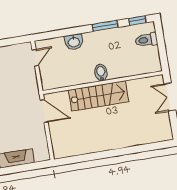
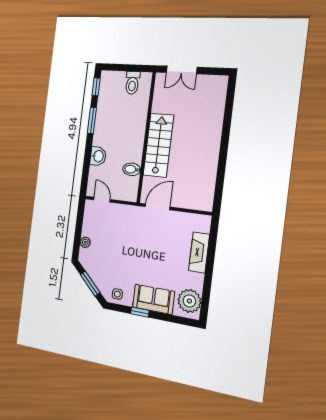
toilet: (146, 40) -> (132, 83), moved
bidet: (101, 73) -> (132, 169), moved

